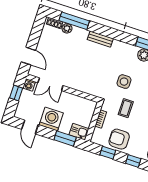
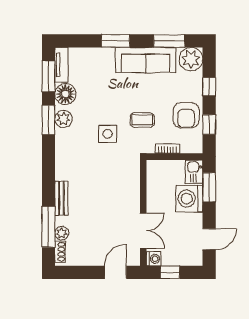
bench: (100, 39) -> (61, 198), moved
washing machine: (51, 119) -> (189, 199), moved

